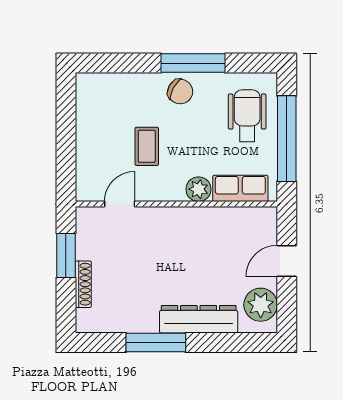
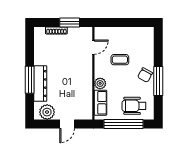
wheelchair: (247, 116) -> (134, 106), turned 180
door: (120, 204) -> (93, 47), hinge flipped
door: (287, 261) -> (67, 124), swing flipped
window: (156, 343) -> (30, 80), moved

